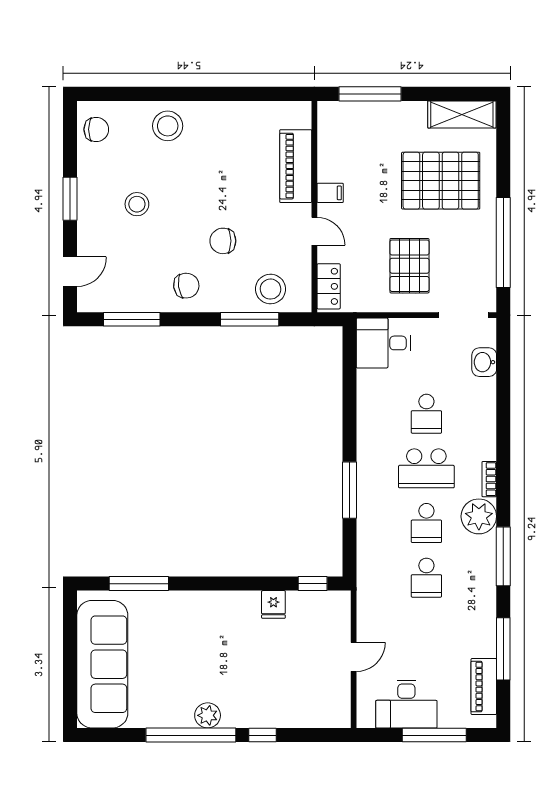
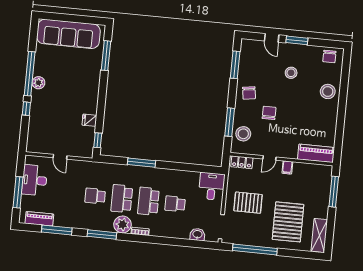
piano: (296, 166) -> (316, 153), moved
door: (70, 272) -> (272, 38), moved
school desk: (426, 523) -> (122, 199), width x1.85

